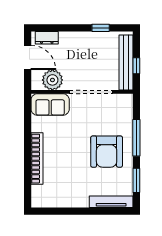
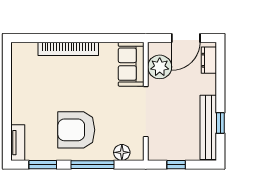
bench: (126, 62) -> (208, 127), moved, turned 90
floor lamp: (126, 112) -> (122, 152), added
tv unit: (111, 202) -> (18, 143), width x0.71

